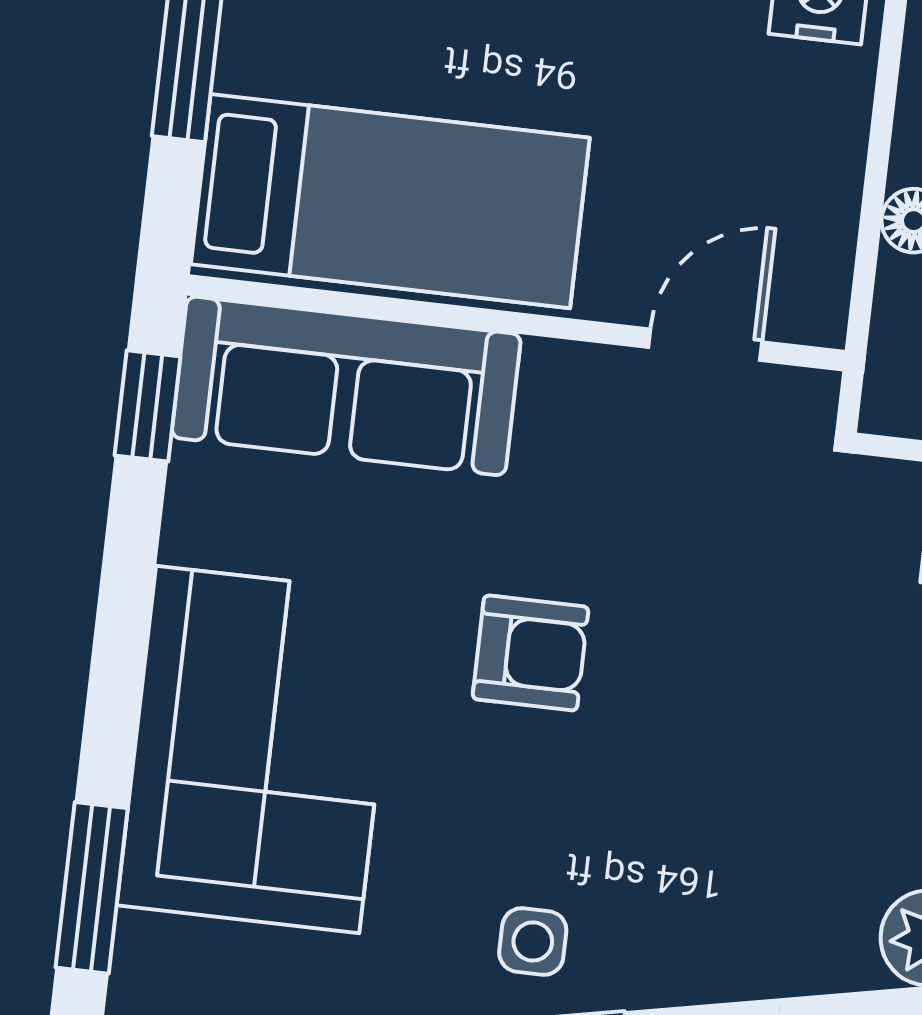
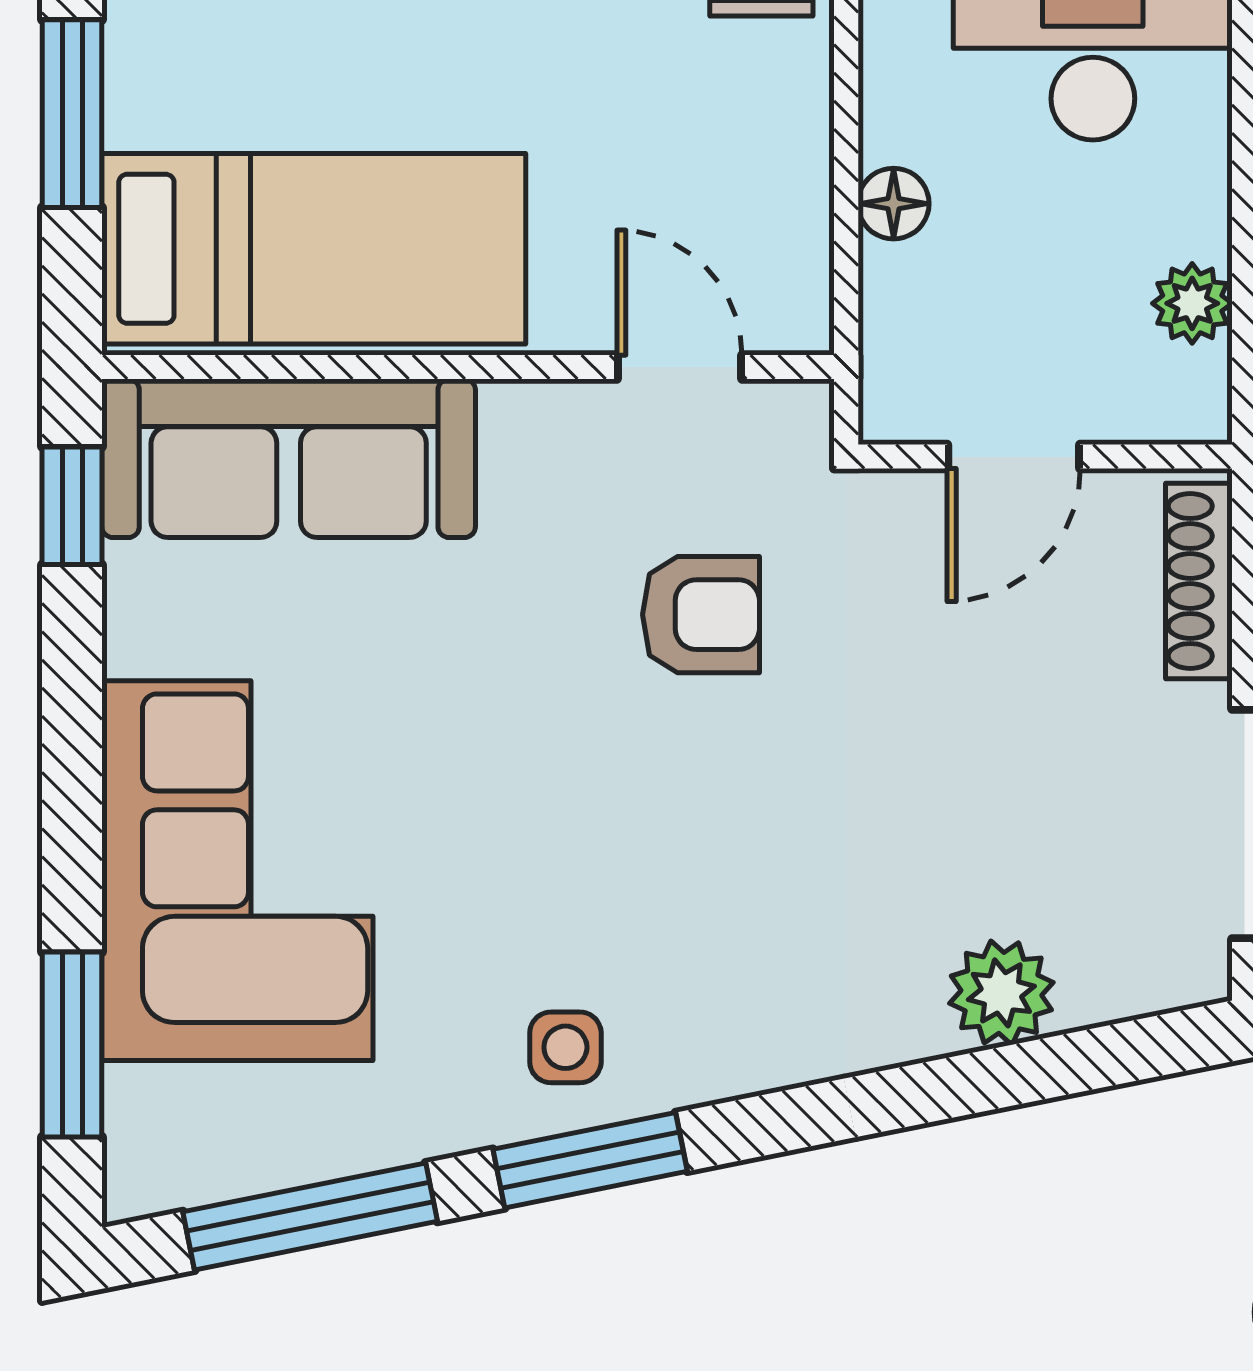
door: (705, 345) -> (680, 367), hinge flipped
armchair: (531, 653) -> (701, 615), moved

